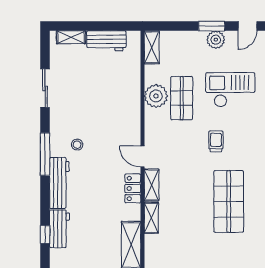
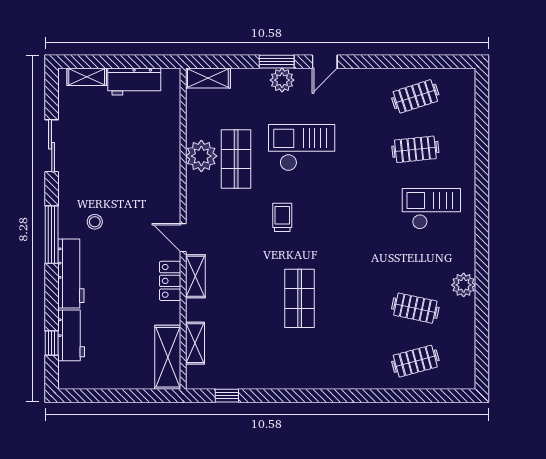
shelving: (152, 47) -> (208, 78), moved, turned 90
shop shelf: (229, 201) -> (300, 298), width x0.70, depth x0.74
shelving: (151, 218) -> (195, 343), moved

